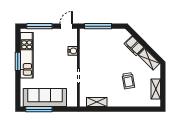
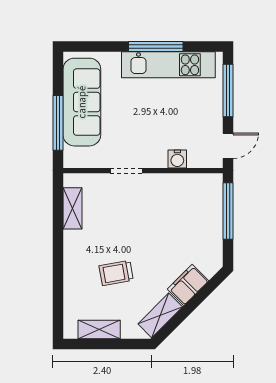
door: (66, 26) -> (228, 146), hinge flipped
window: (18, 61) -> (156, 46), width x1.44
window: (39, 109) -> (58, 123), moved

